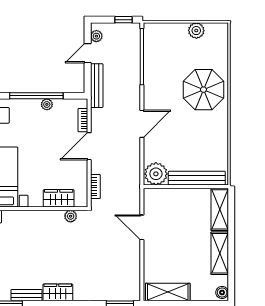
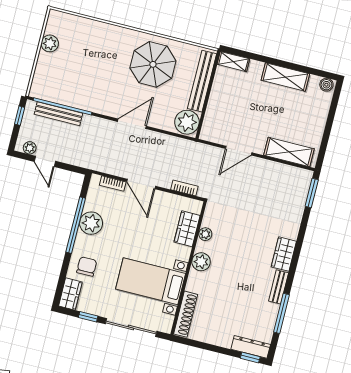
bench: (97, 86) -> (58, 114), moved
parasol: (203, 90) -> (153, 64), moved
plant: (47, 104) -> (91, 223), width x1.88, depth x1.88
door: (142, 124) -> (132, 124), hinge flipped
shelving: (220, 209) -> (233, 62), width x0.67, depth x0.75
plant: (71, 216) -> (205, 234), moved
plant: (32, 219) -> (201, 262), added
shelving: (168, 292) -> (289, 152), moved, turned 90

